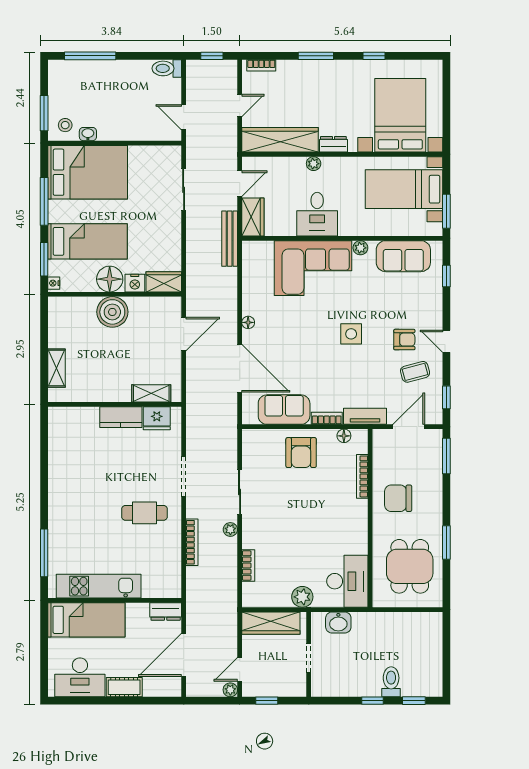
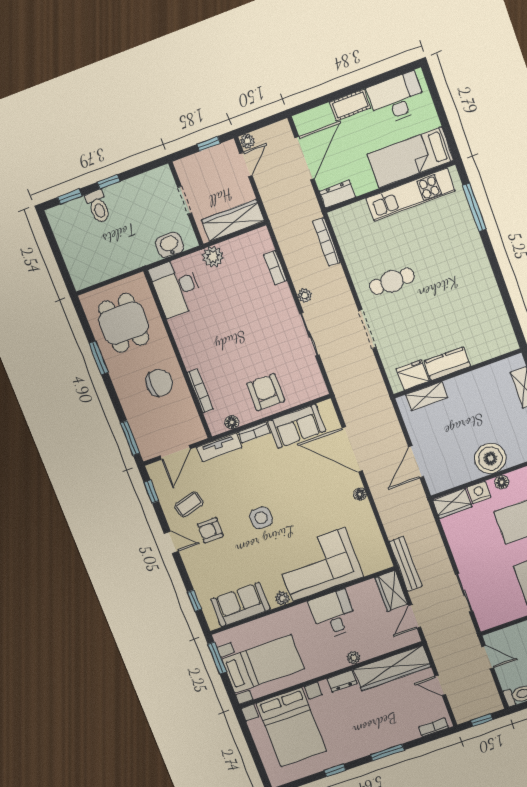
door: (240, 106) -> (440, 685), hinge flipped
floor lamp: (110, 279) -> (502, 482), width x0.53, depth x0.53
bookcase: (192, 542) -> (326, 242), moved

